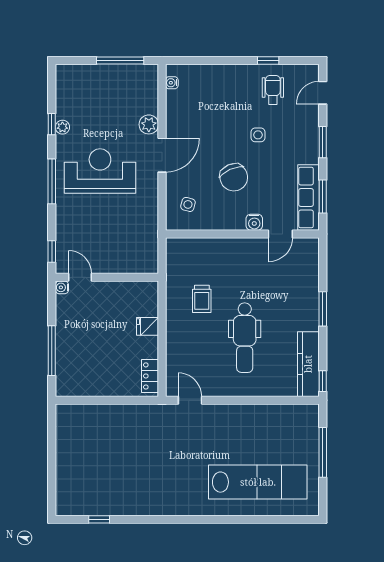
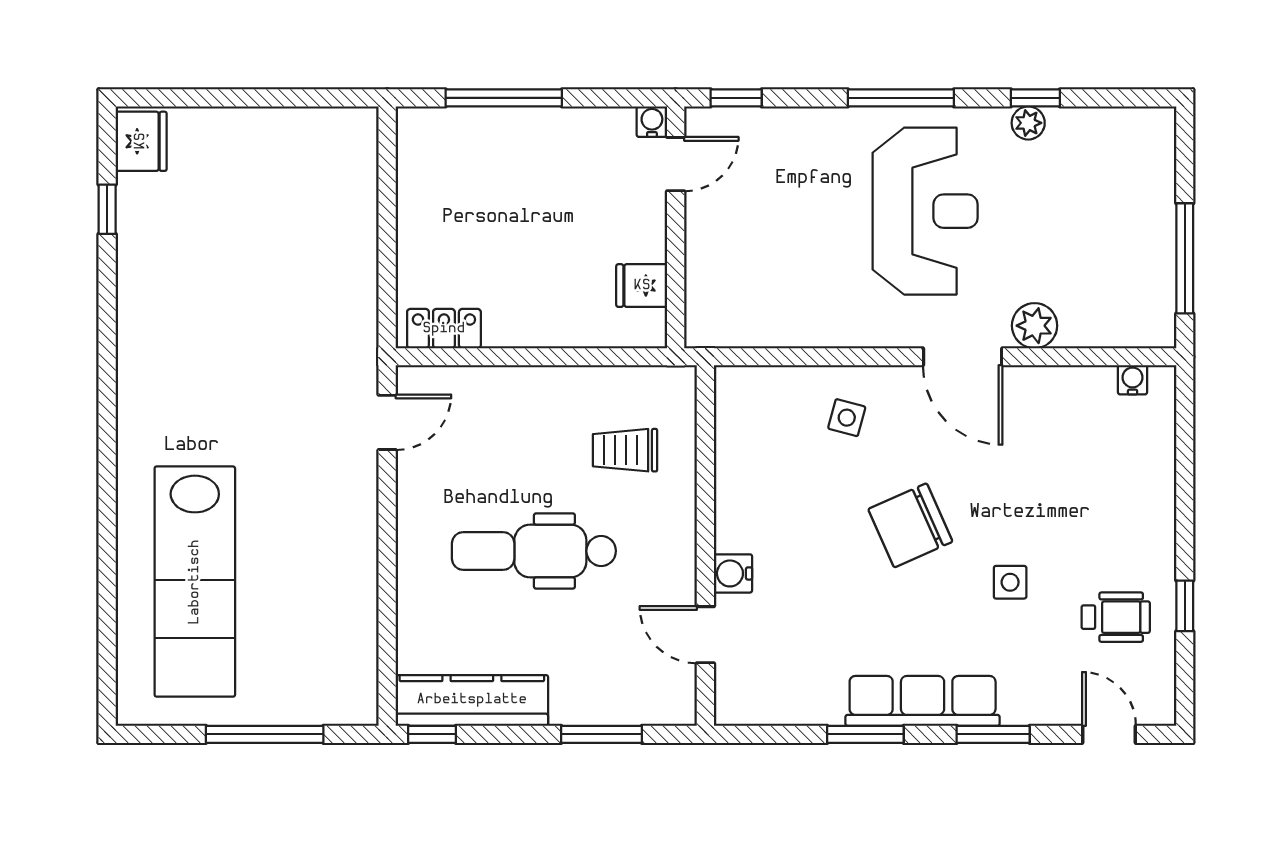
row of seats: (309, 197) -> (923, 701), moved
water cooler: (254, 222) -> (733, 573), moved
wall: (242, 234) -> (705, 546), moved
door: (280, 234) -> (705, 635), moved
fridge: (148, 326) -> (642, 286), moved, turned -90
fridge: (70, 505) -> (141, 141), added

